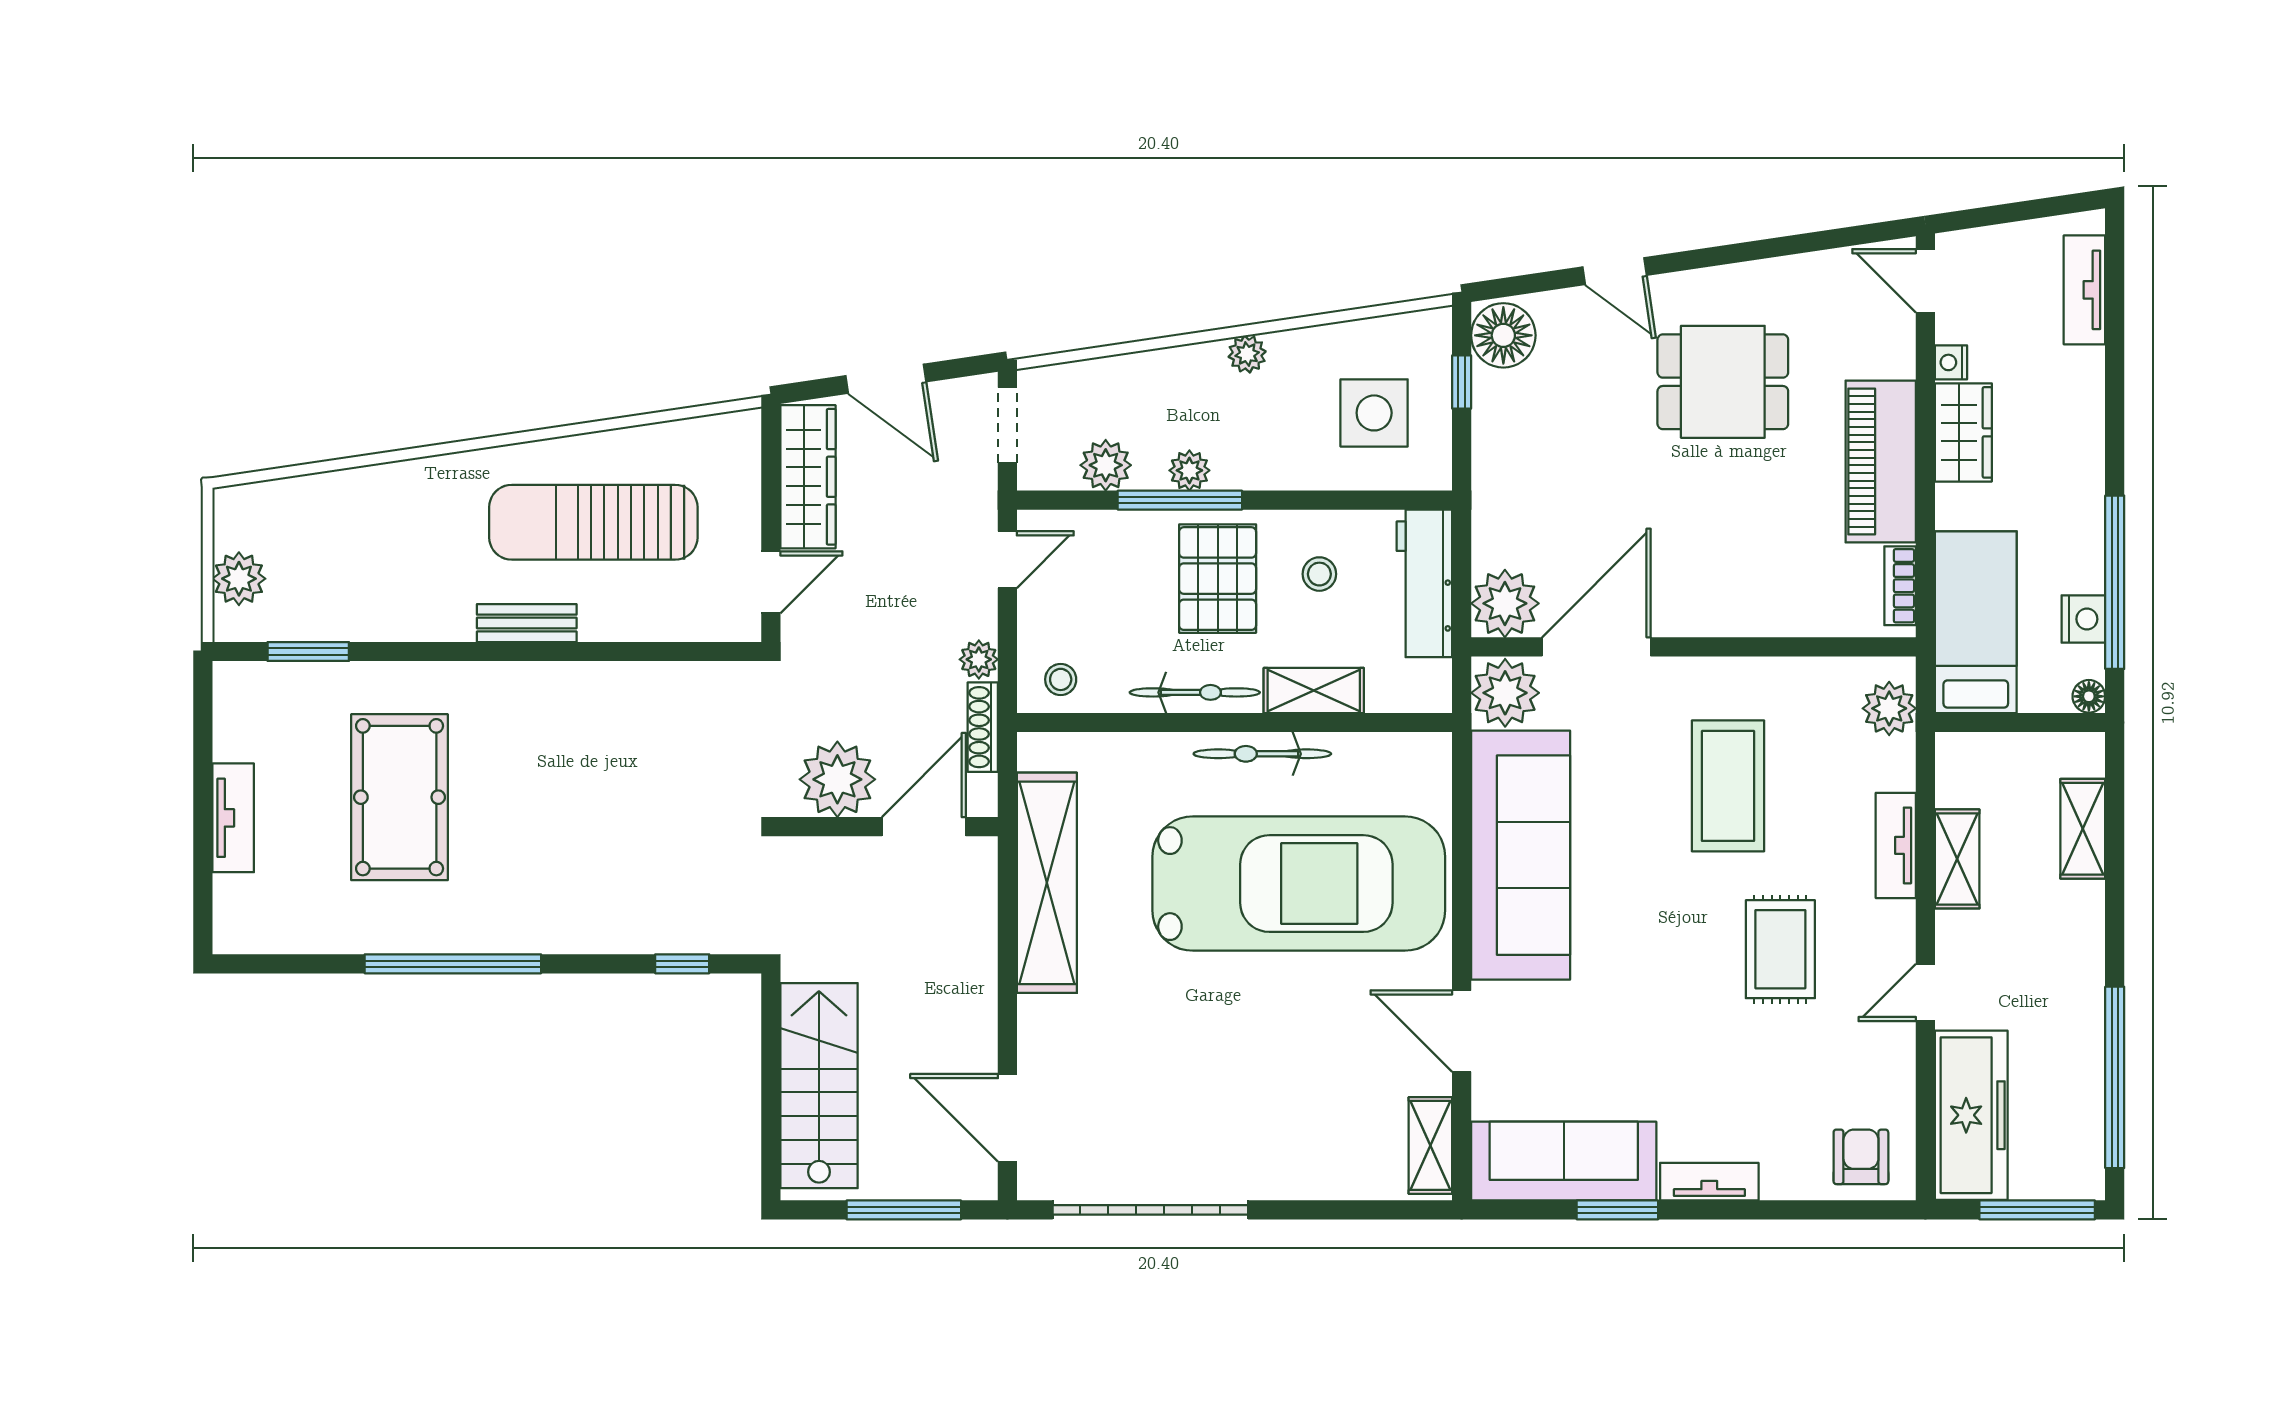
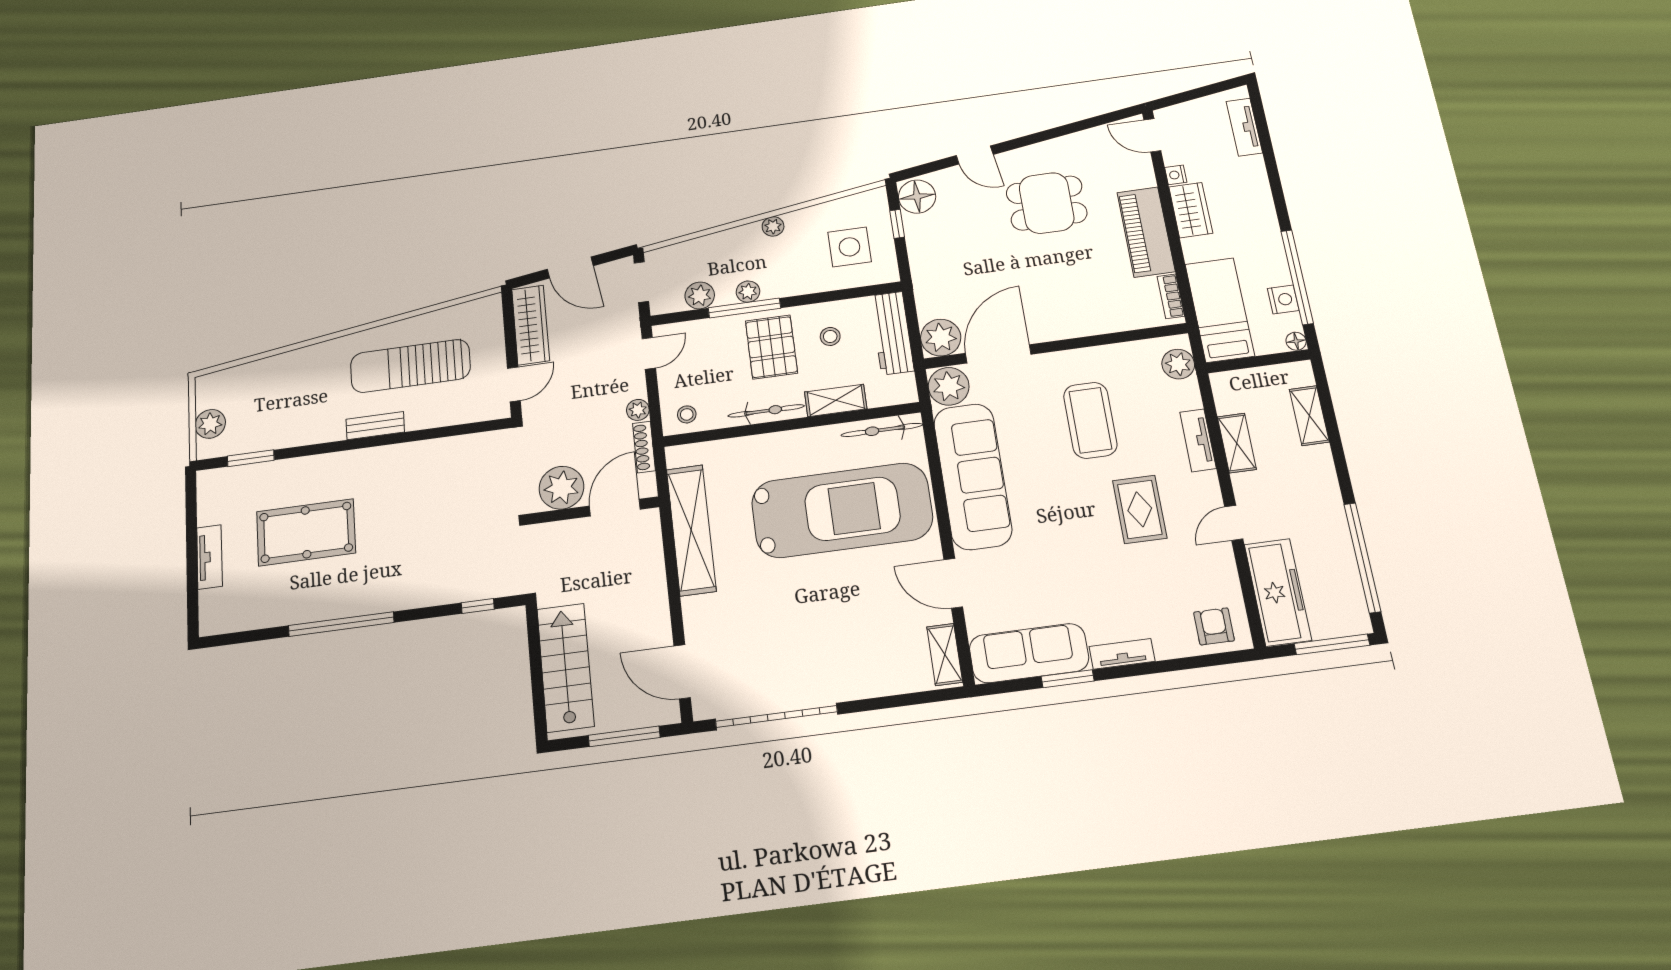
bicycle: (1262, 754) -> (882, 430), moved
pool table: (400, 797) -> (306, 532), turned 90

